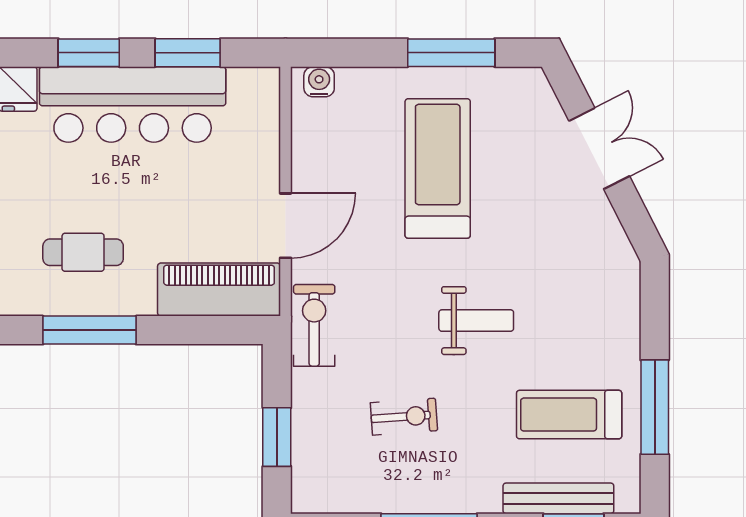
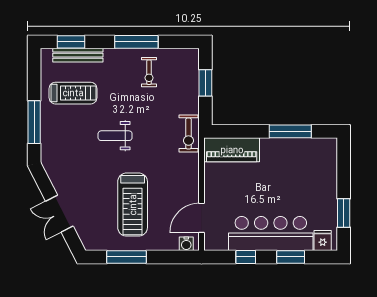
window: (188, 53) -> (246, 257), width x0.67
door: (286, 226) -> (201, 218), moved
cafe table: (83, 252) -> (293, 167), removed
window: (655, 407) -> (34, 122), moved
exercise bike: (404, 417) -> (149, 72), moved, turned -86

